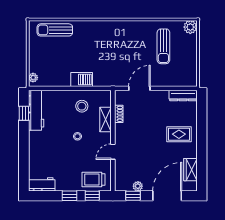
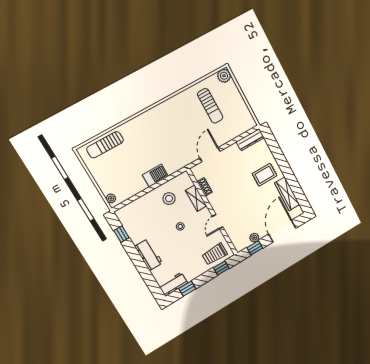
workbench: (36, 110) -> (149, 255), moved, width x0.73
wardrobe: (191, 170) -> (287, 194), width x1.50
window: (69, 196) -> (187, 289), moved

